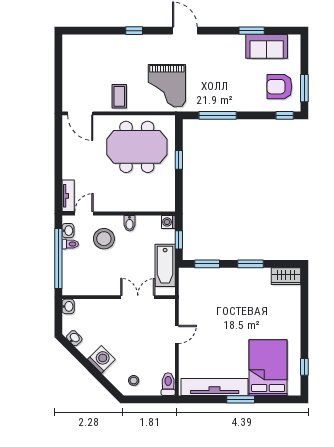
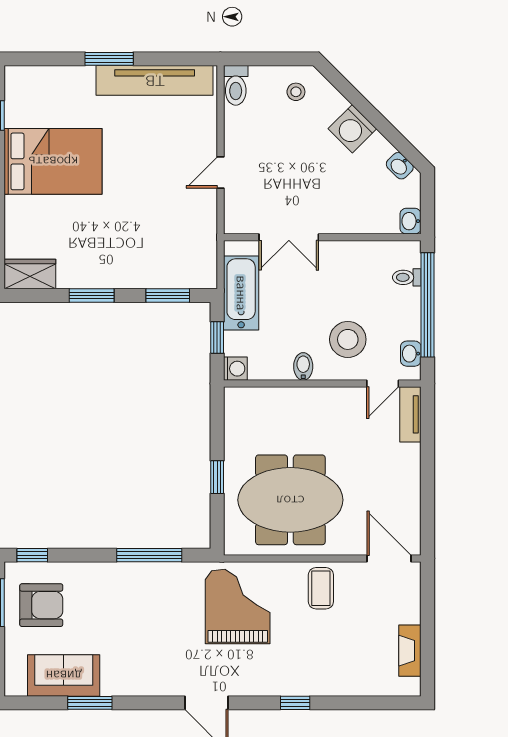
fireplace: (68, 61) -> (410, 651), added
toilet: (70, 244) -> (407, 277), moved
bed: (268, 368) -> (53, 161), moved, turned -90

